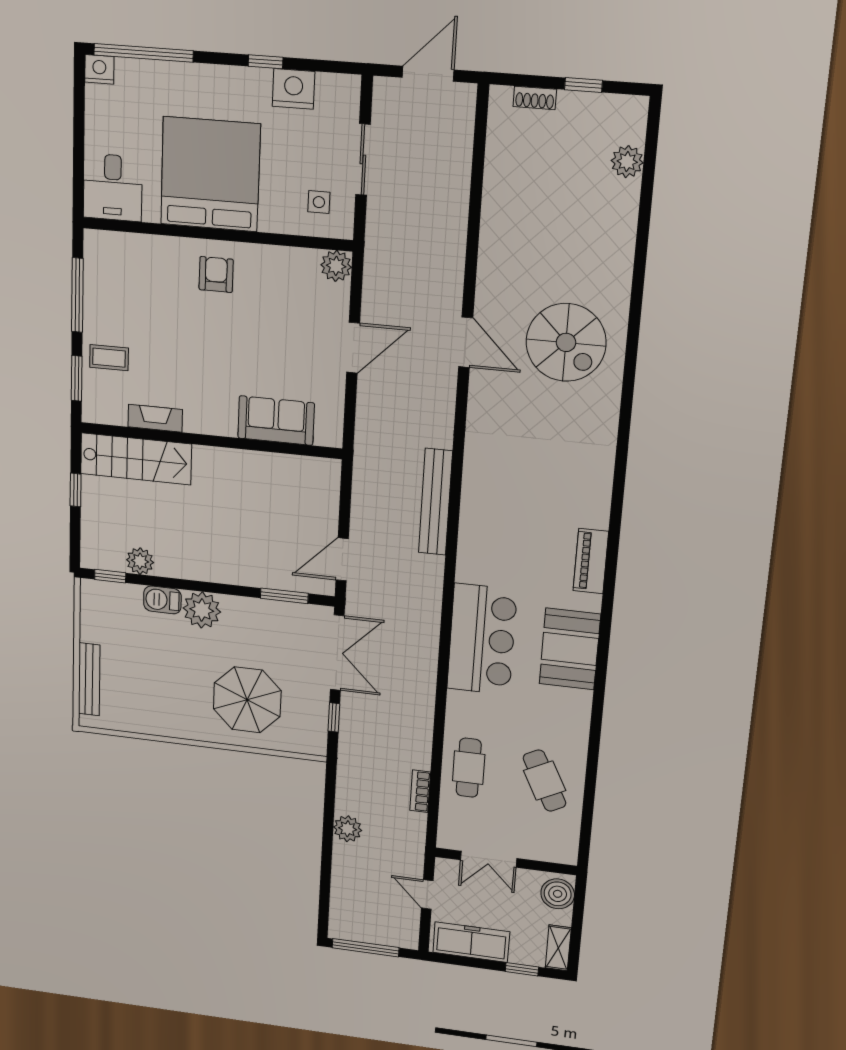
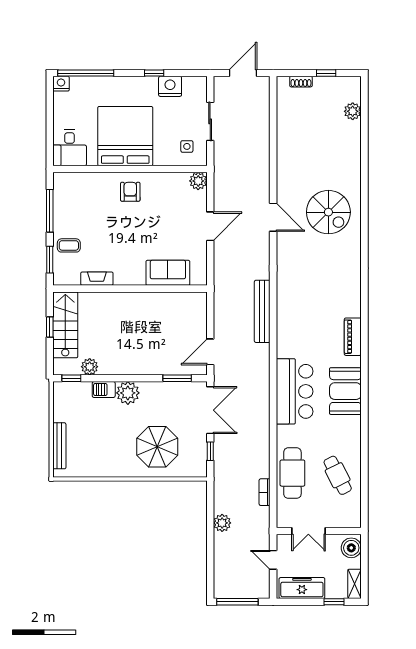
stairs: (136, 459) -> (65, 325), moved, turned -90
cafe table: (469, 768) -> (292, 473), width x1.37, depth x1.35

